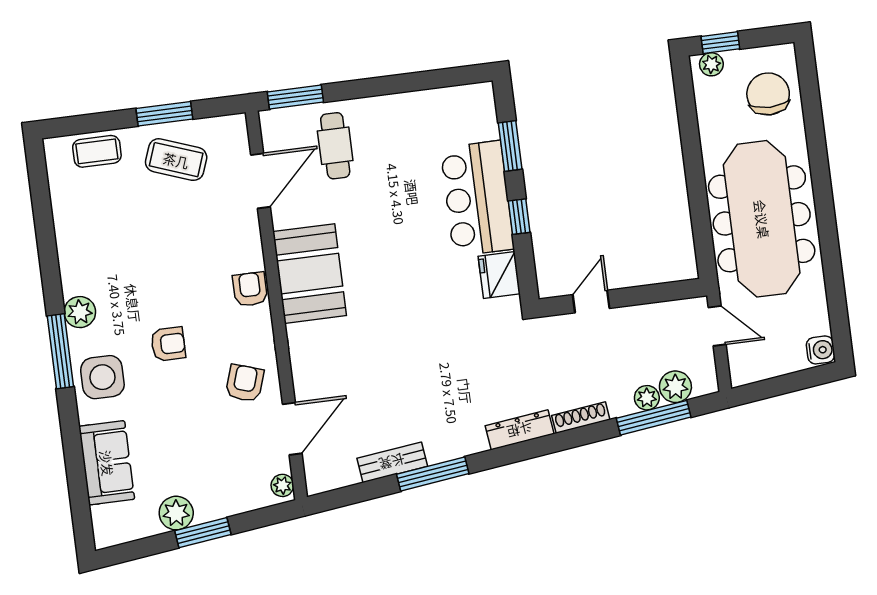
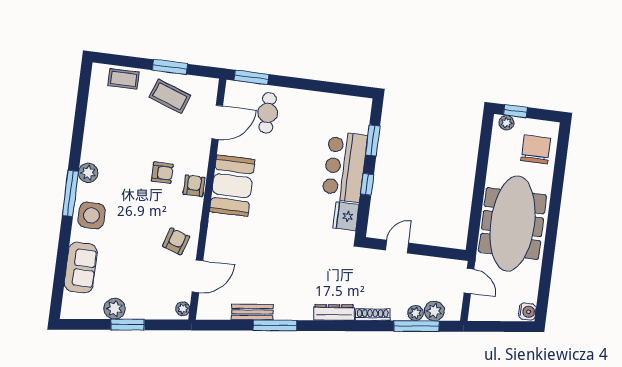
armchair: (168, 344) -> (162, 173), moved

